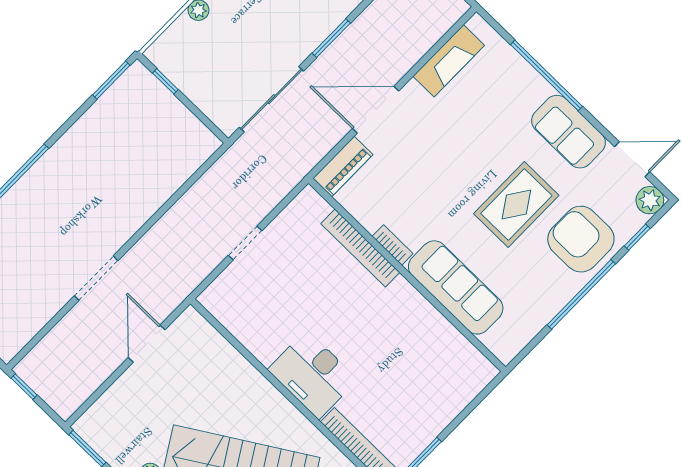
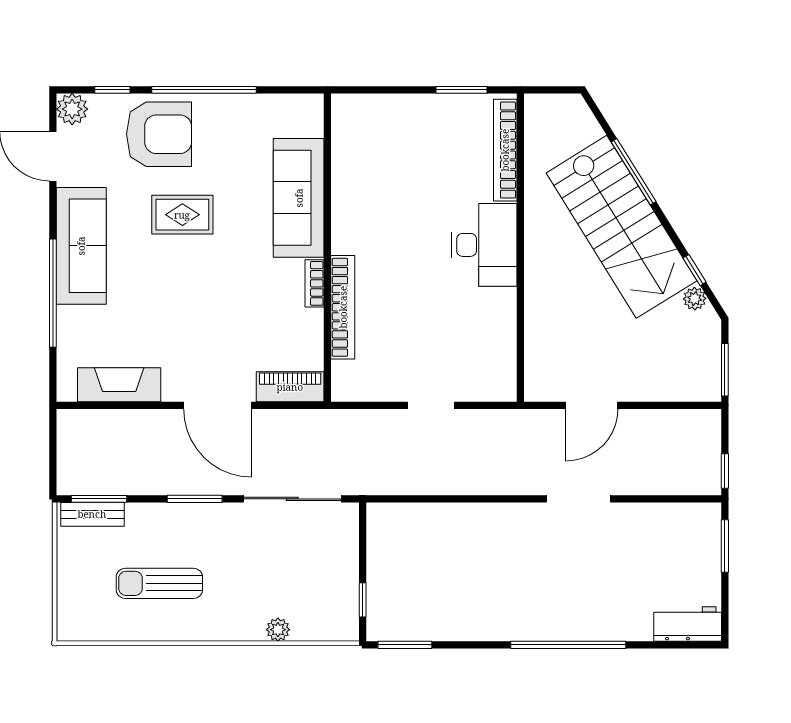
sofa: (568, 132) -> (81, 246), width x1.36
rug: (516, 204) -> (182, 215), width x0.73, depth x0.70
armchair: (581, 239) -> (159, 134), turned -90

